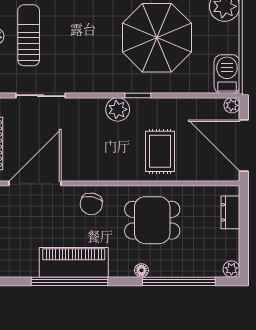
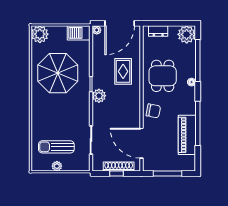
rug: (160, 151) -> (123, 71), turned 90
piano: (74, 262) -> (187, 135), moved
plant: (231, 269) -> (187, 34), width x1.88, depth x1.88

